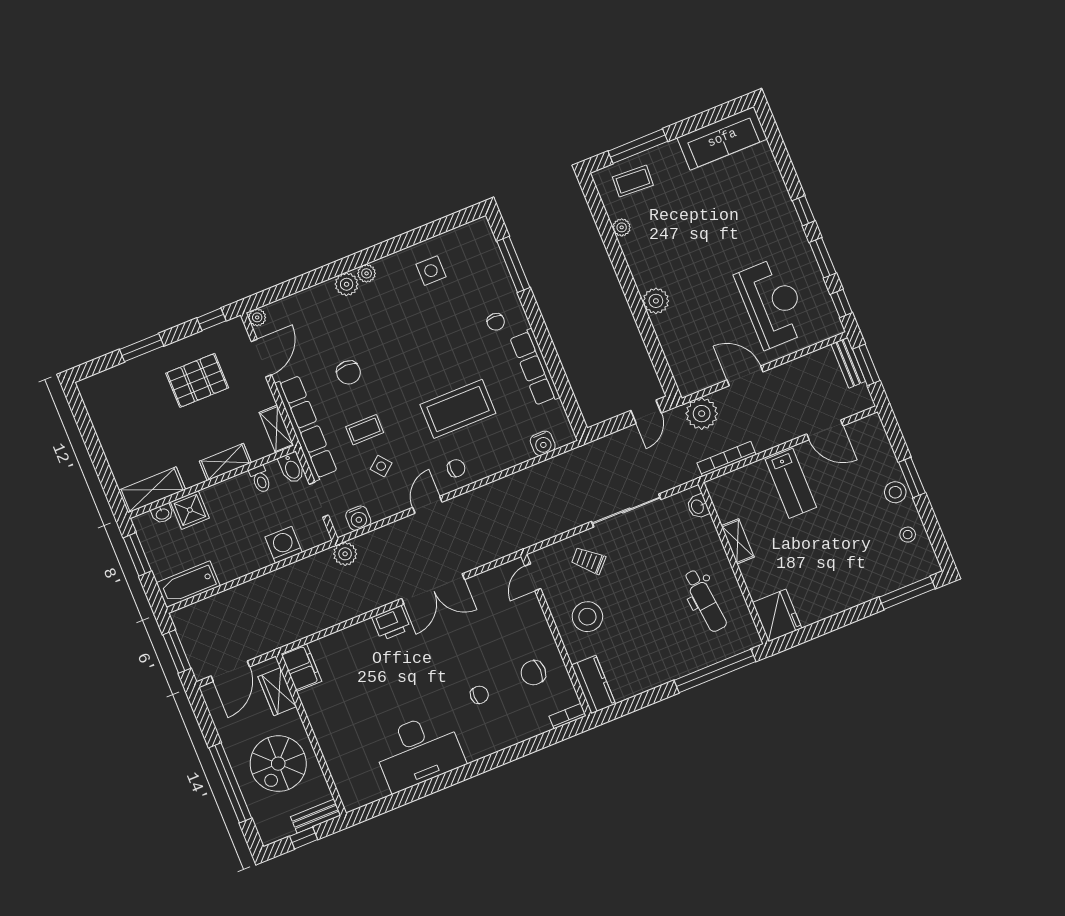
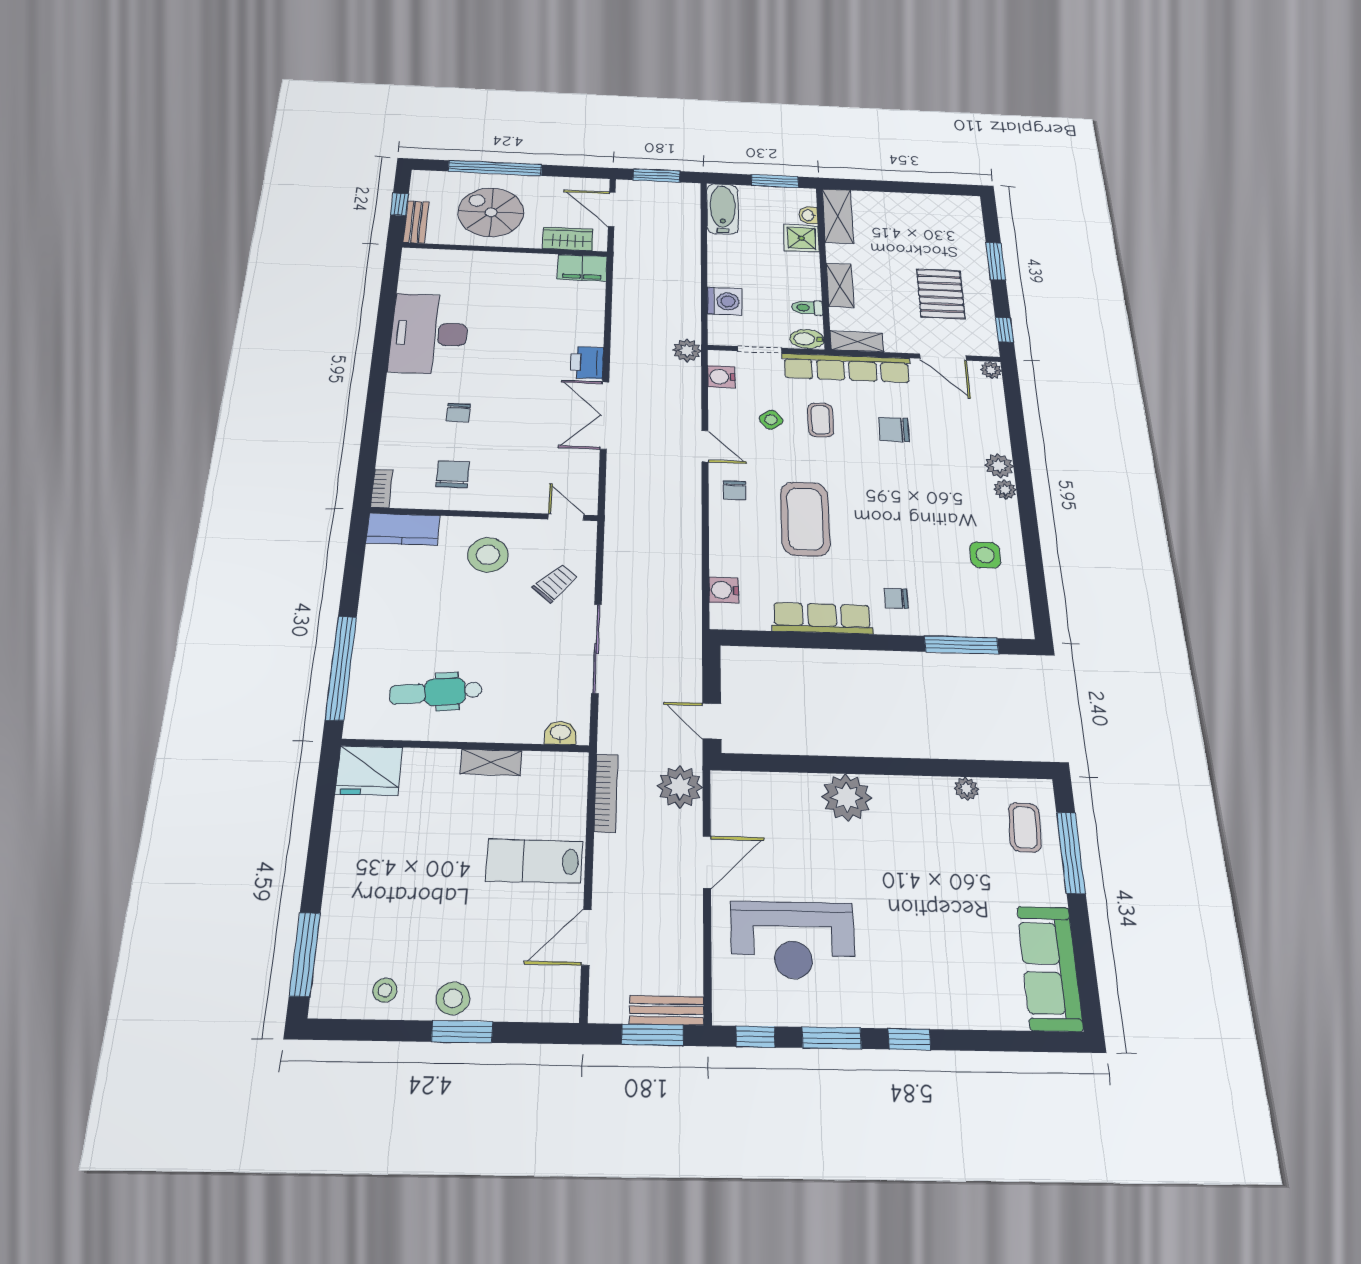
plant: (656, 301) -> (847, 797), width x1.36, depth x1.36

